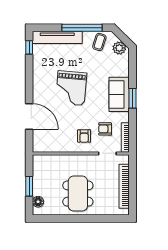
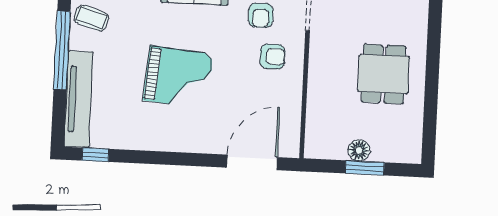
door: (29, 116) -> (252, 162), moved
dining table: (78, 194) -> (383, 74), width x0.73
floor lamp: (38, 202) -> (359, 150), moved

